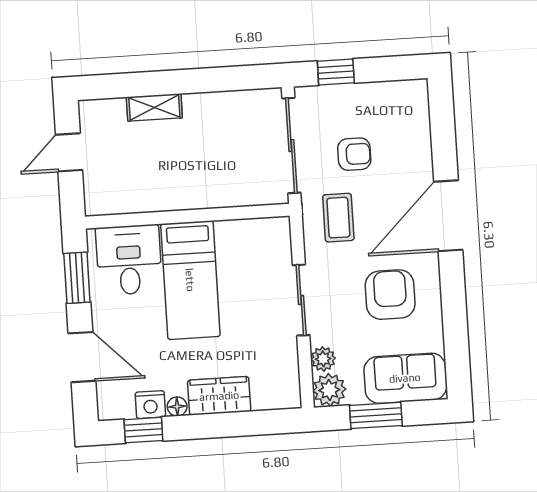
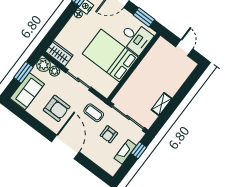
fireplace: (361, 95) -> (125, 152), added
shelving: (154, 107) -> (162, 104), moved
bed: (190, 280) -> (110, 55), width x1.50
wardrobe: (219, 396) -> (59, 53), moved, turned -90

